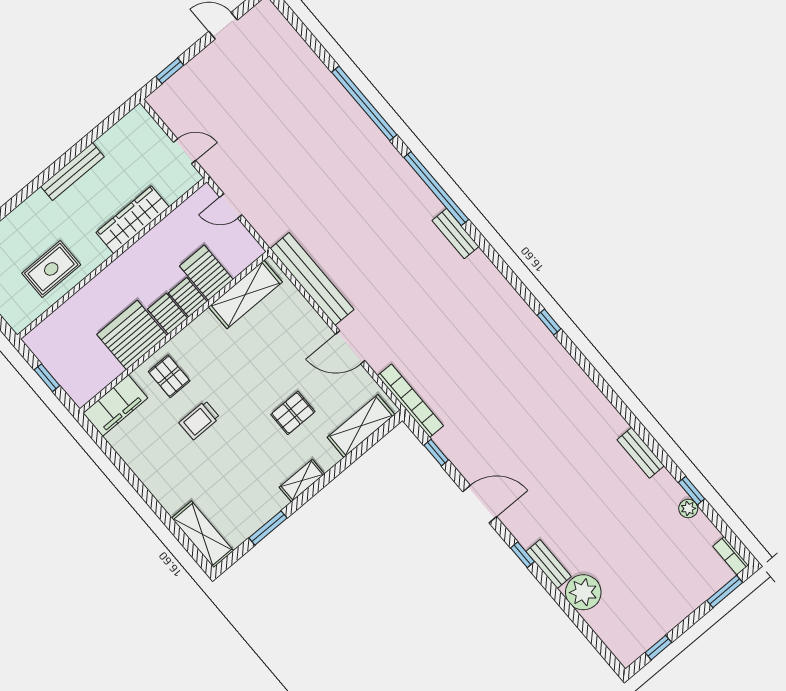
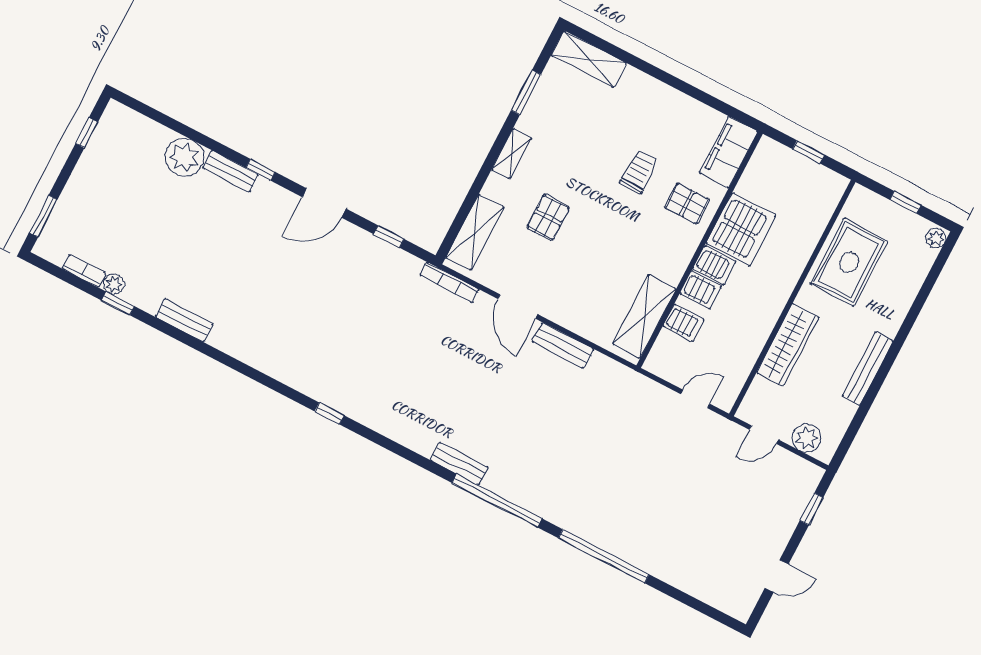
plant: (149, 133) -> (807, 438), added
rug: (51, 269) -> (849, 262), width x1.36, depth x1.43
server rack: (206, 273) -> (683, 323), width x0.73, depth x0.70
bench: (312, 279) -> (563, 345), width x0.54, depth x0.82
door: (350, 347) -> (518, 307), swing flipped
bookcase: (410, 401) -> (449, 282), width x0.68, depth x0.76
bookcase: (731, 556) -> (84, 271), moved

